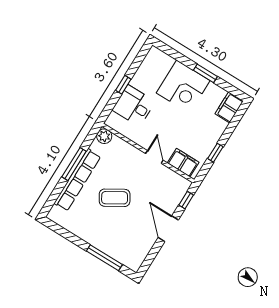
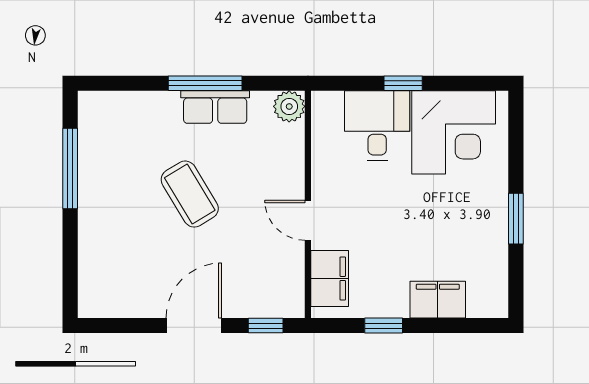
corner desk: (183, 87) -> (454, 132), moved, turned -90
filing cabinet: (229, 107) -> (438, 300), moved
door: (154, 157) -> (308, 220), swing flipped
row of seats: (77, 180) -> (215, 107), width x0.50
window: (104, 258) -> (70, 168), moved

